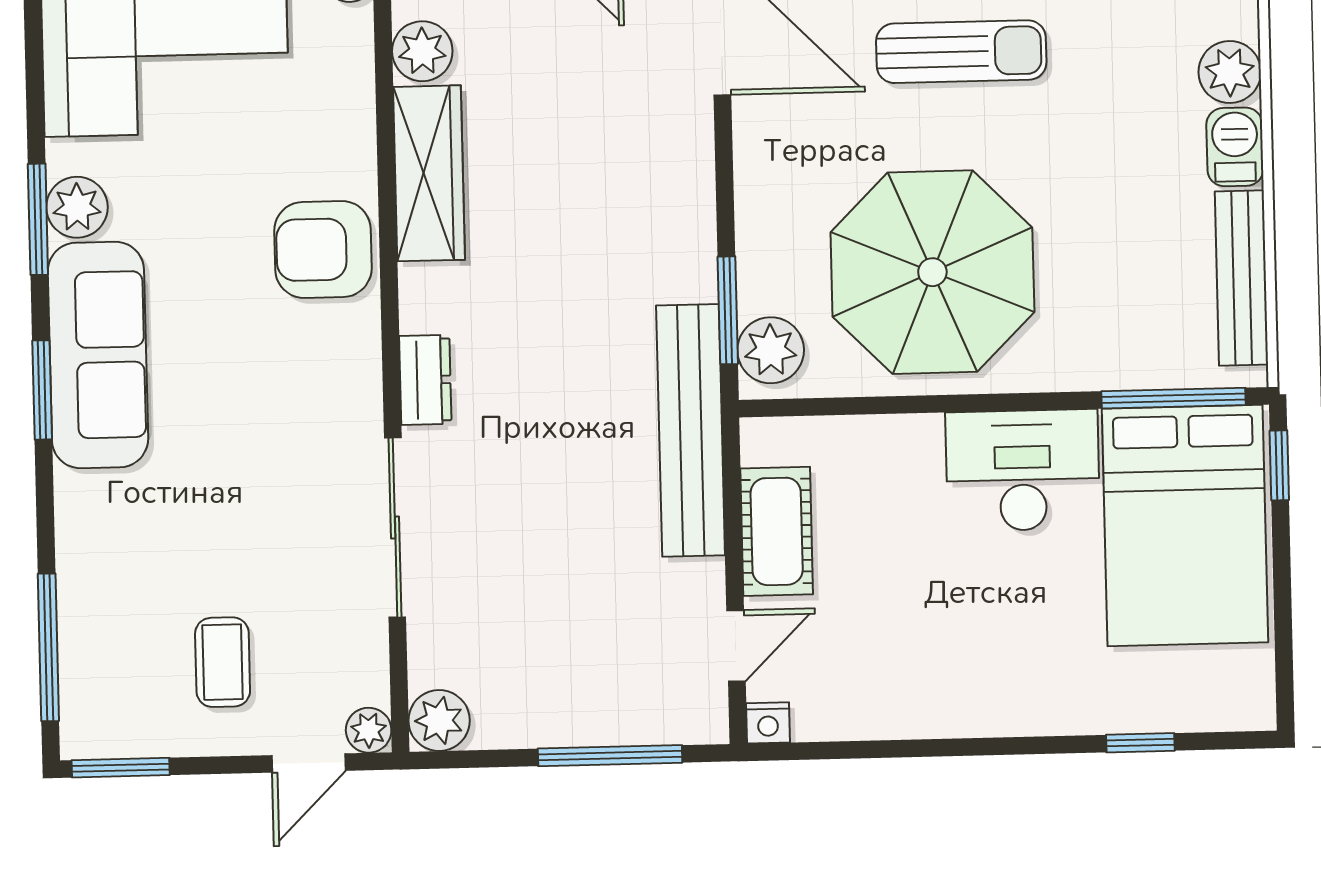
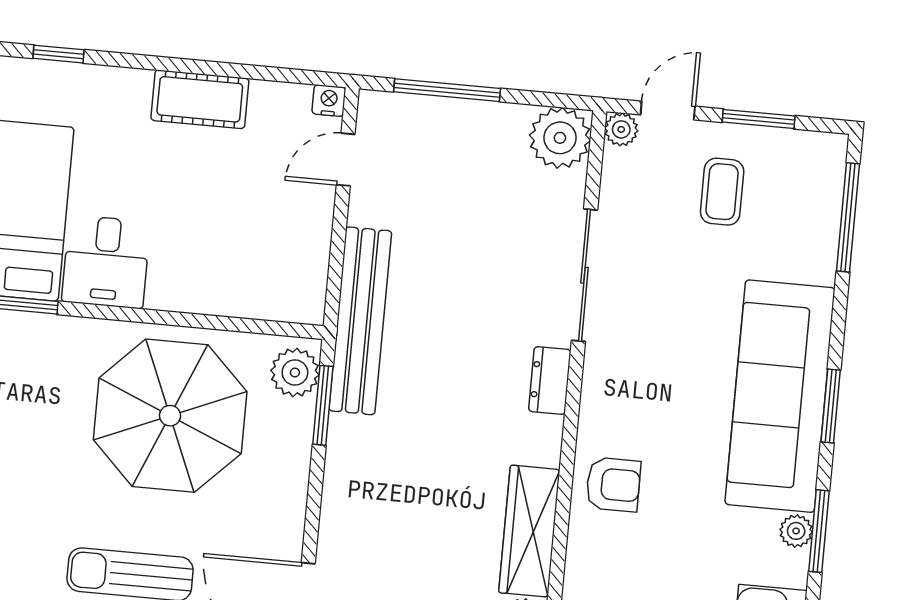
plant: (77, 207) -> (796, 531), width x0.73, depth x0.73
armchair: (323, 249) -> (613, 485), width x0.72, depth x0.72
sofa: (98, 355) -> (780, 396), width x1.36, depth x1.27
desk: (1023, 470) -> (106, 262), width x0.73
cot: (777, 531) -> (200, 99), moved, turned 90
plant: (439, 721) -> (560, 138), width x1.36, depth x1.36
window: (121, 768) -> (759, 119), moved

